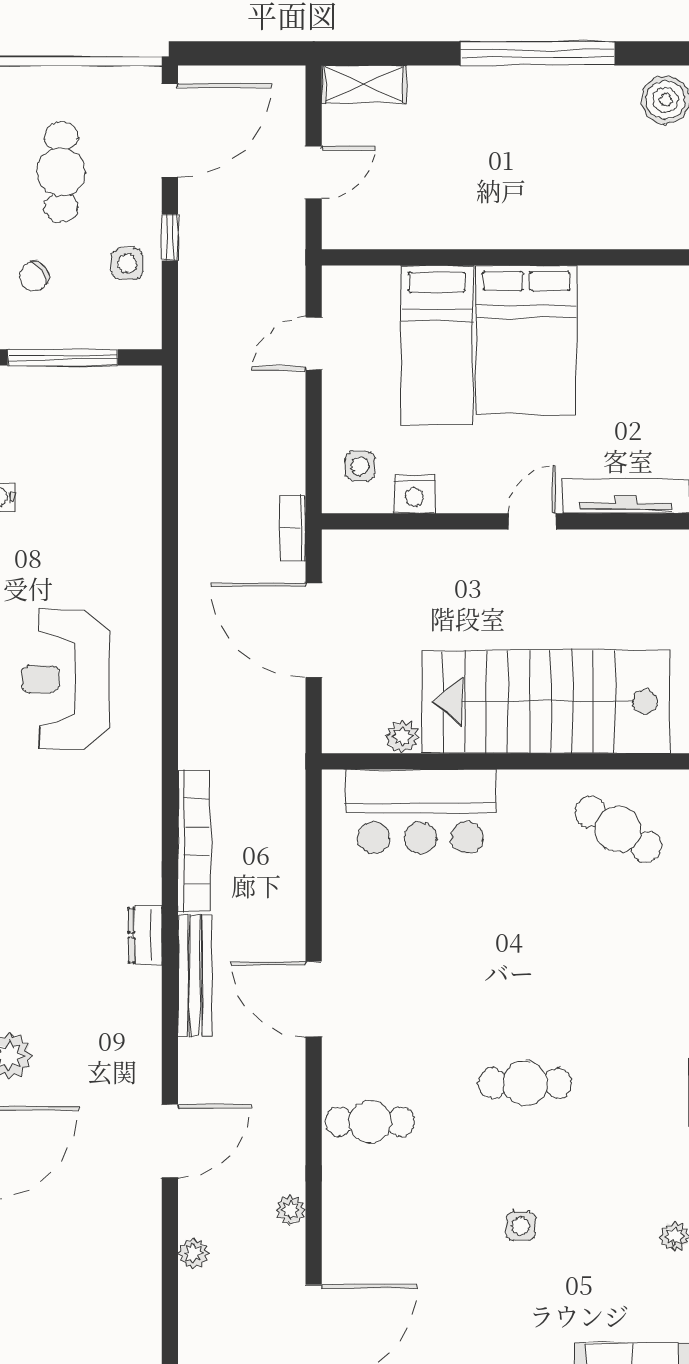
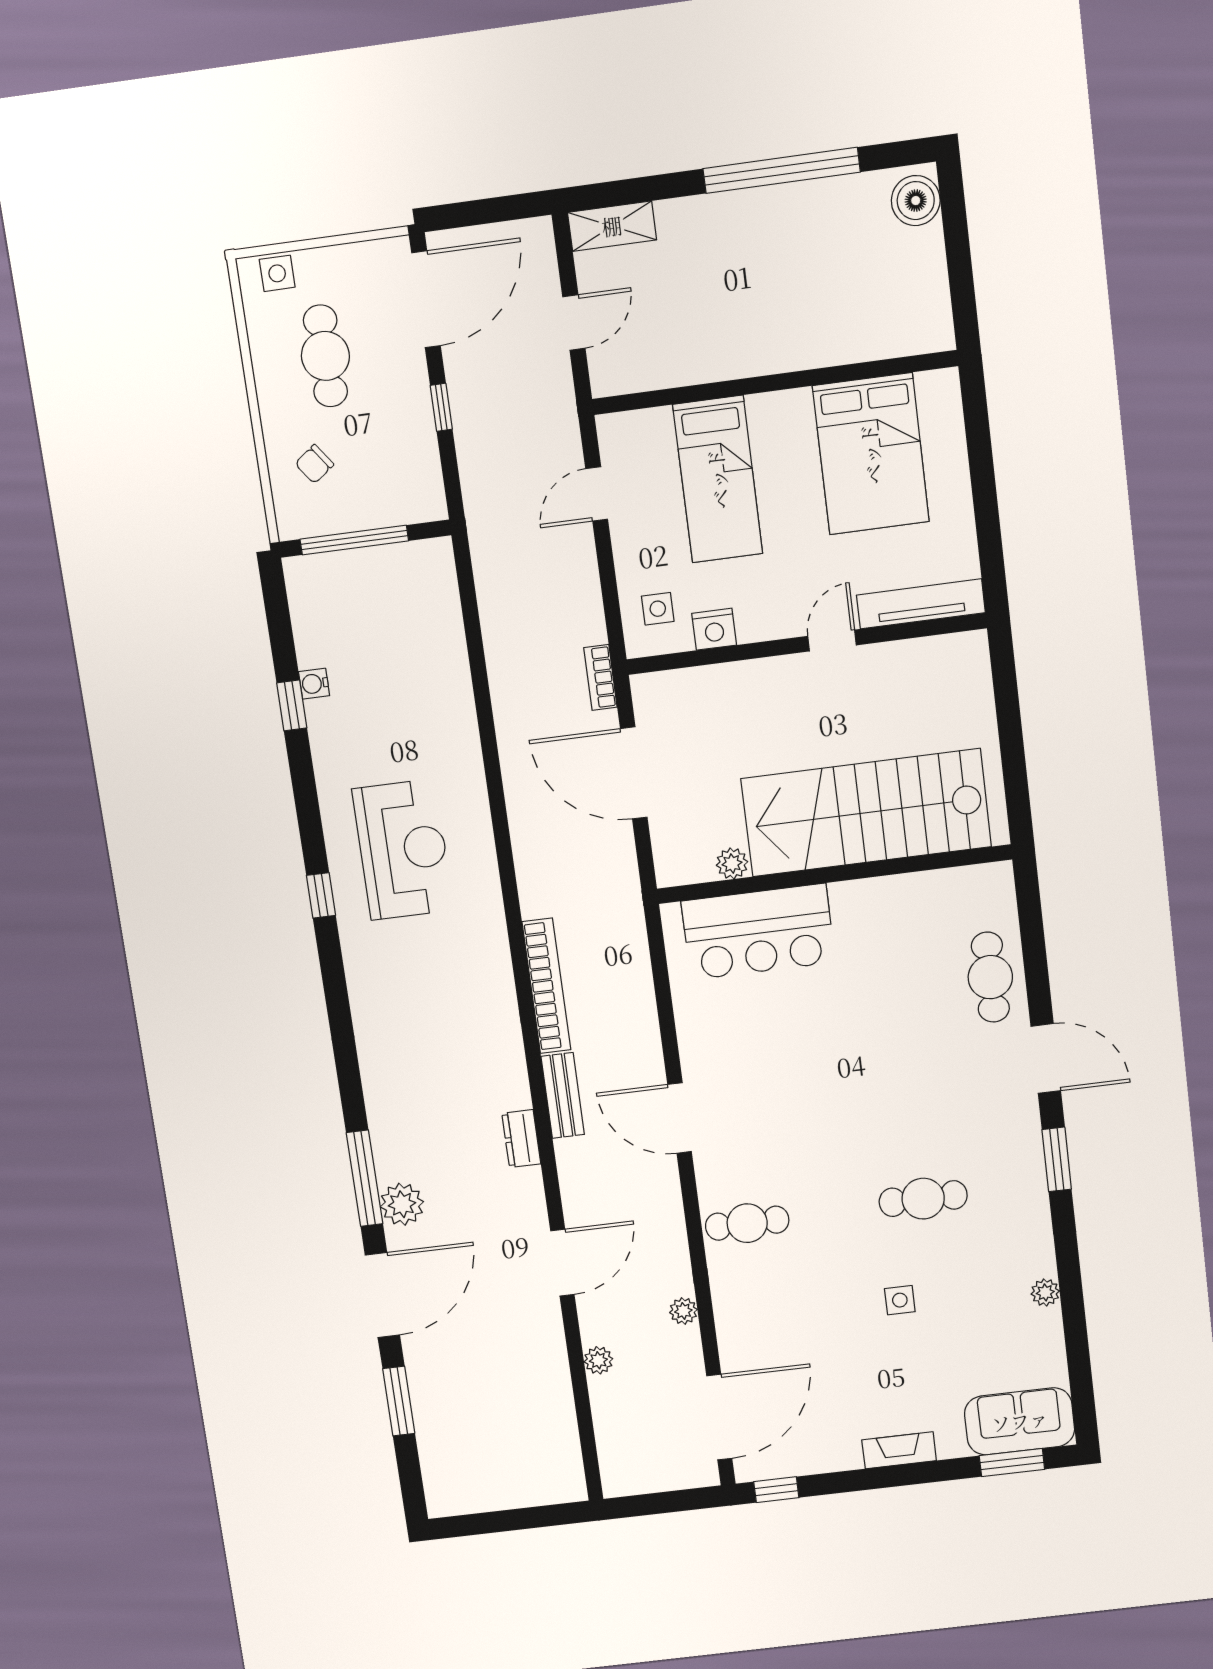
side table: (127, 264) -> (277, 273), moved
bed: (526, 340) -> (871, 454), moved
reception desk: (66, 679) -> (403, 850), turned 180
cafe table: (618, 829) -> (990, 977), moved, turned 58
dresser: (145, 935) -> (521, 1139), moved
bench: (195, 976) -> (563, 1095), width x0.73
cafe table: (525, 1083) -> (923, 1199), moved

